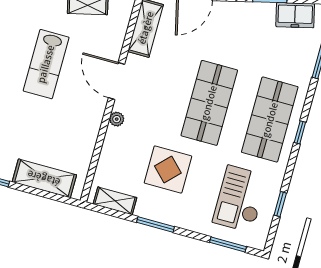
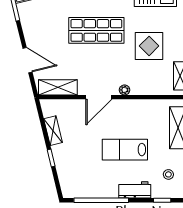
lab bench: (46, 64) -> (125, 150), moved, turned 180

